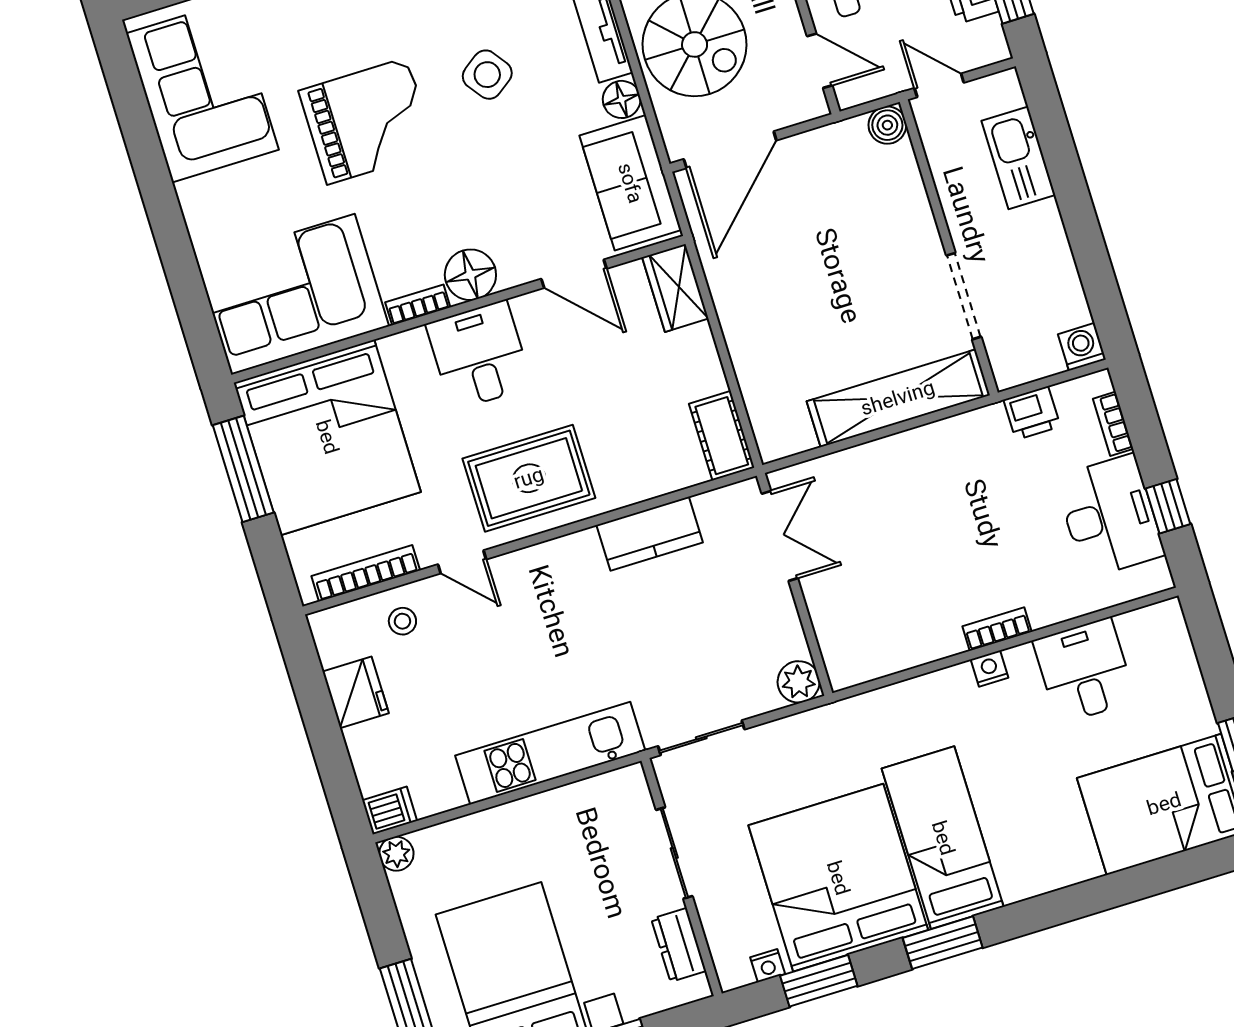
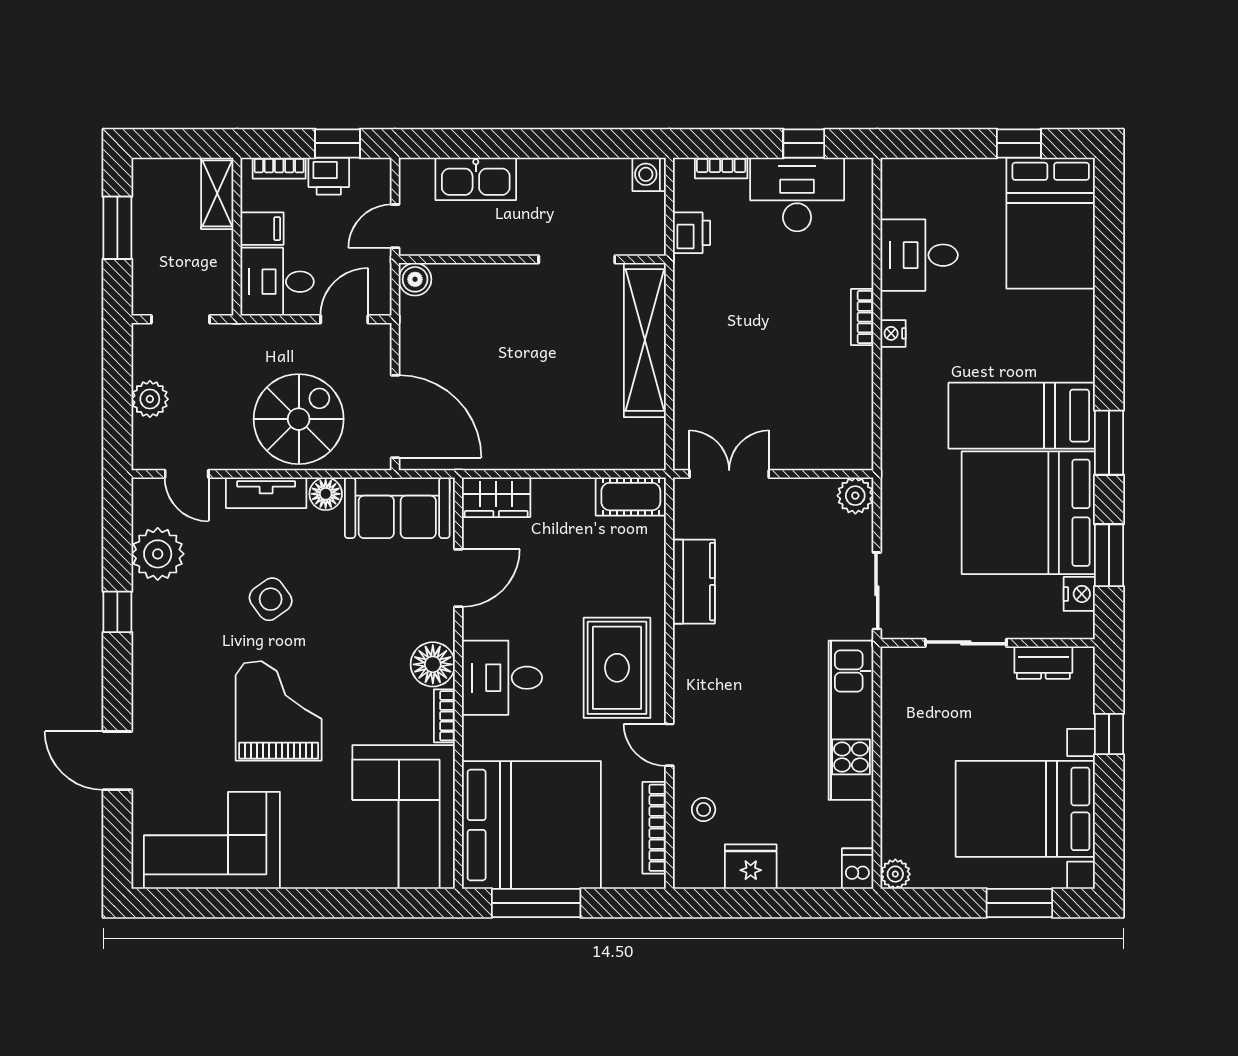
door: (462, 562) -> (669, 745), swing flipped
nightstand: (768, 966) -> (1079, 594), width x1.39, depth x1.35

